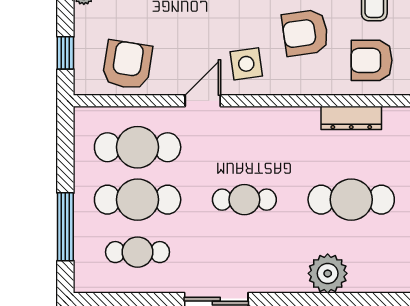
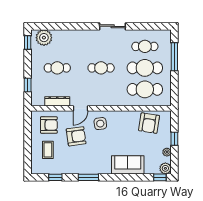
window: (65, 53) -> (174, 139), moved
door: (203, 101) -> (81, 108), moved
cafe table: (351, 200) -> (57, 68), width x0.73, depth x0.74
plant: (328, 273) -> (44, 38), moved

